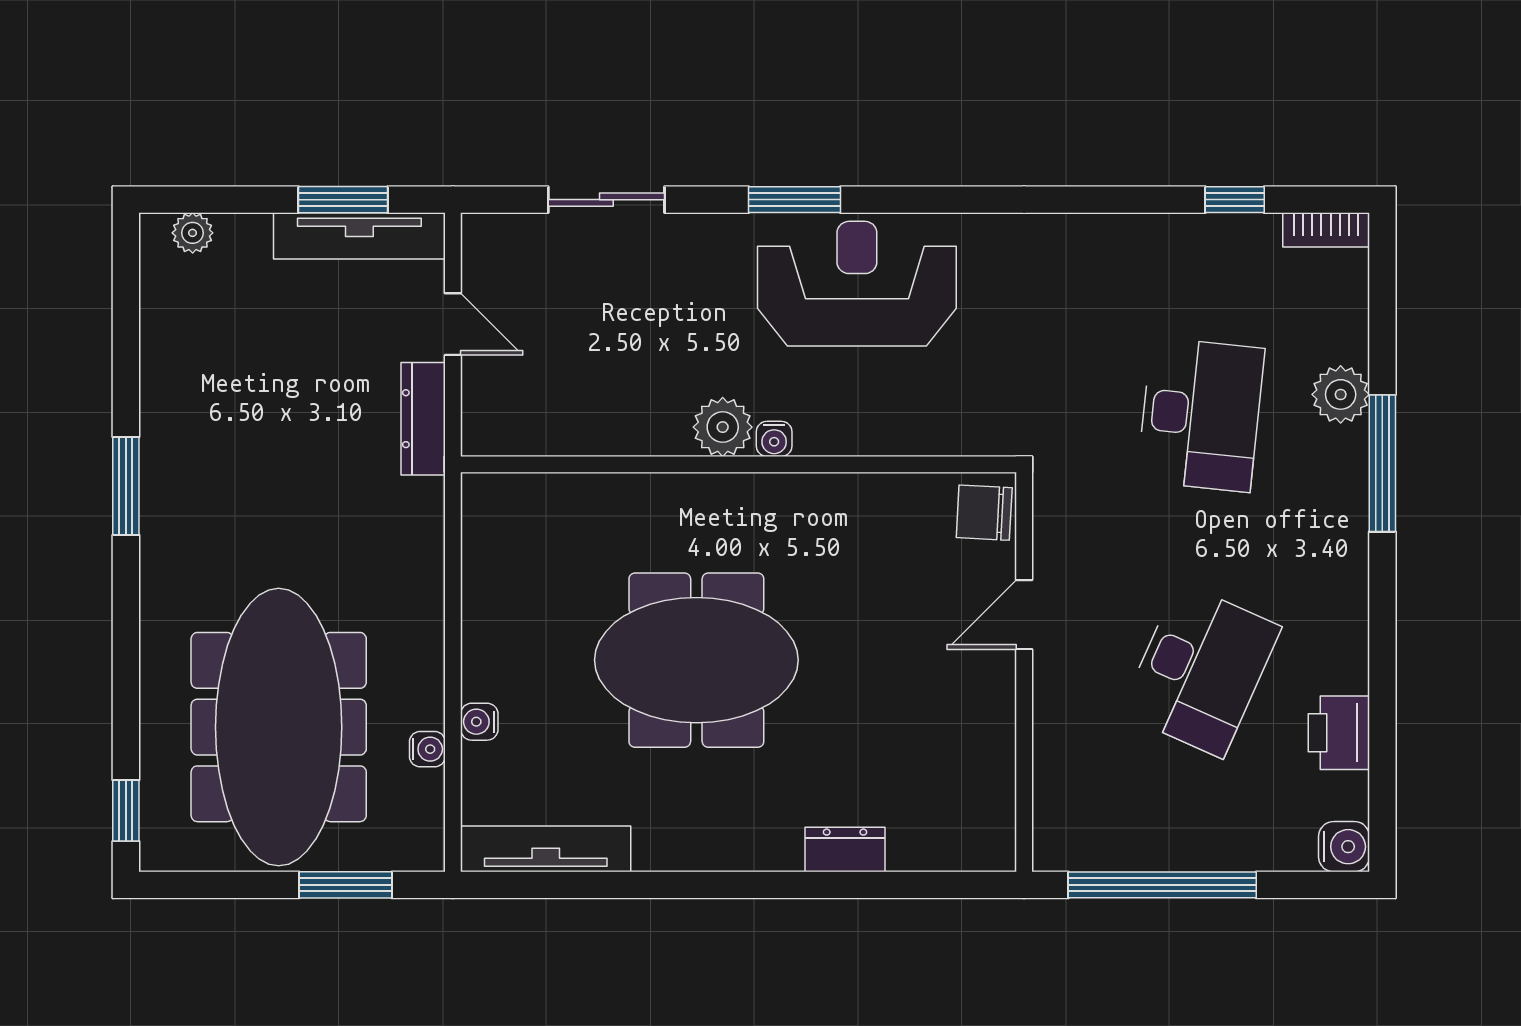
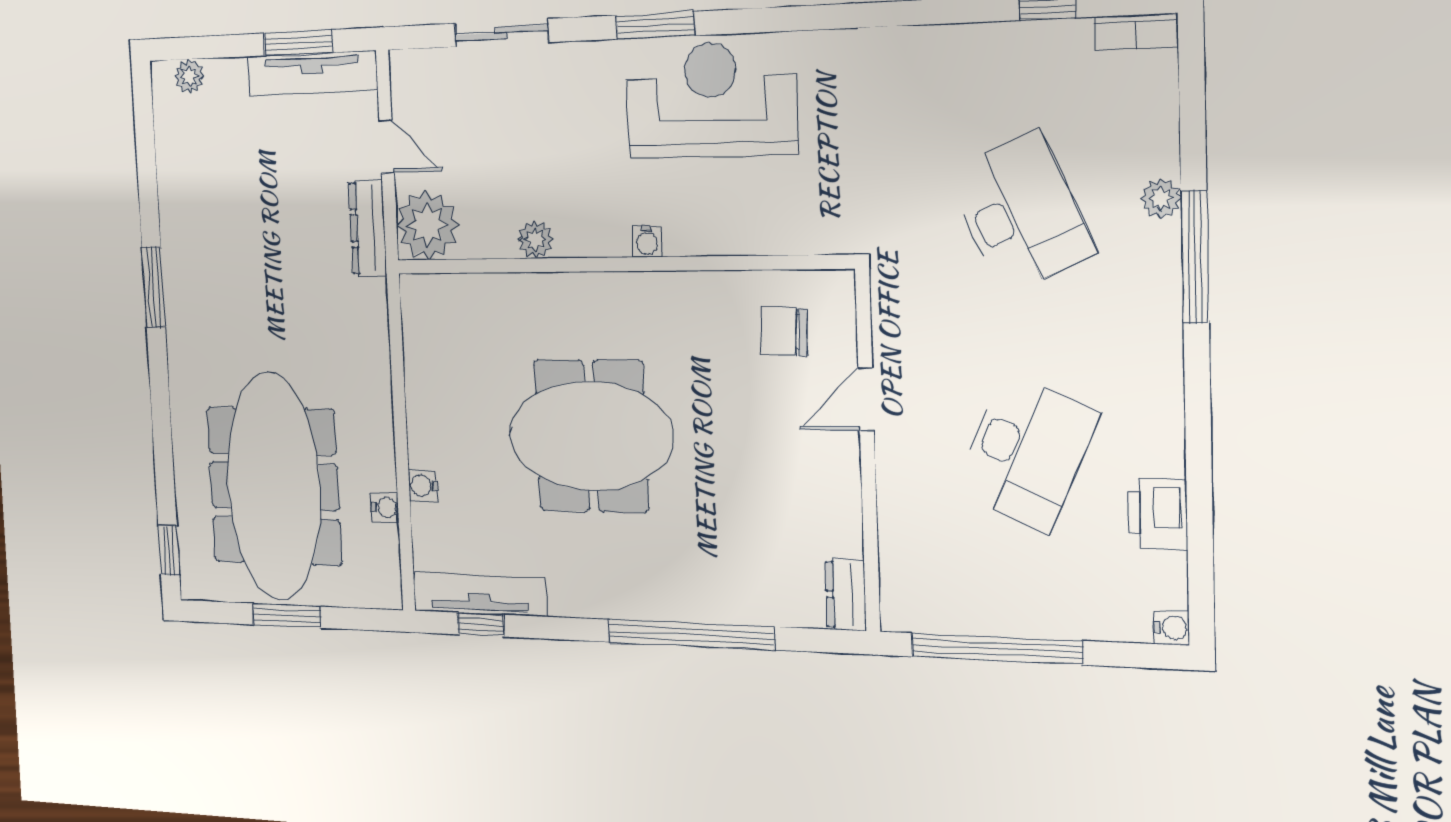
plant: (1341, 394) -> (1161, 198), width x0.73, depth x0.73
desk: (1201, 415) -> (1021, 213), turned -30
plant: (501, 416) -> (427, 225), added
plant: (723, 427) -> (535, 240), moved, width x0.73, depth x0.73
chair: (984, 513) -> (784, 331), moved
water cooler: (1344, 847) -> (1172, 628), width x0.72, depth x0.72
dresser: (845, 850) -> (846, 595), moved, turned -90
window: (345, 885) -> (287, 616), moved
window: (546, 885) -> (481, 625), added
window: (809, 885) -> (691, 634), added

